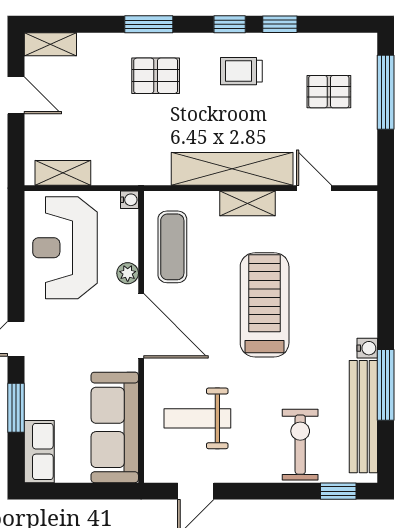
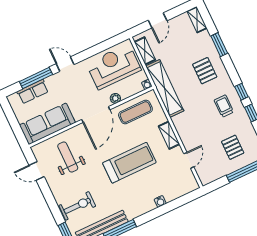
window: (149, 24) -> (219, 45), moved
door: (16, 95) -> (158, 20), moved
shelving: (232, 169) -> (165, 88), moved
water cooler: (367, 348) -> (160, 201), moved
window: (16, 408) -> (36, 78), width x1.44
row of seats: (39, 452) -> (33, 92), moved

